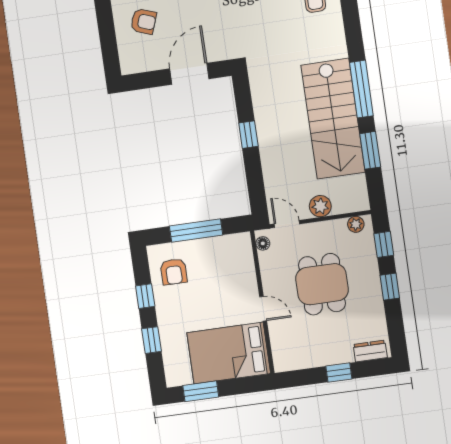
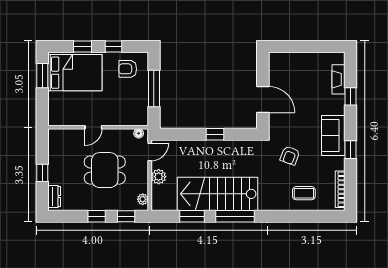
armchair: (143, 21) -> (290, 156), moved
bed: (229, 353) -> (75, 73), moved, turned 90

